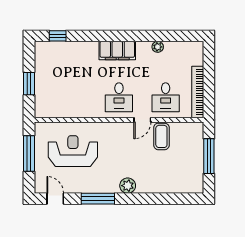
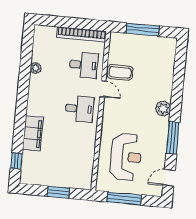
filing cabinet: (117, 51) -> (33, 133), moved
reception desk: (73, 151) -> (126, 157), turned 180

